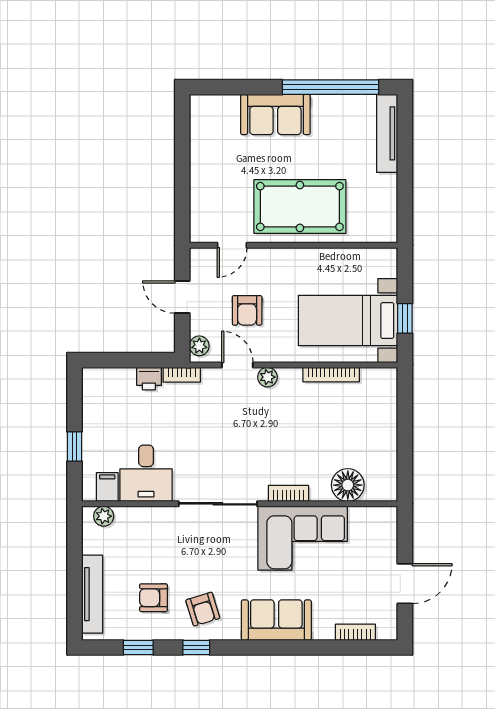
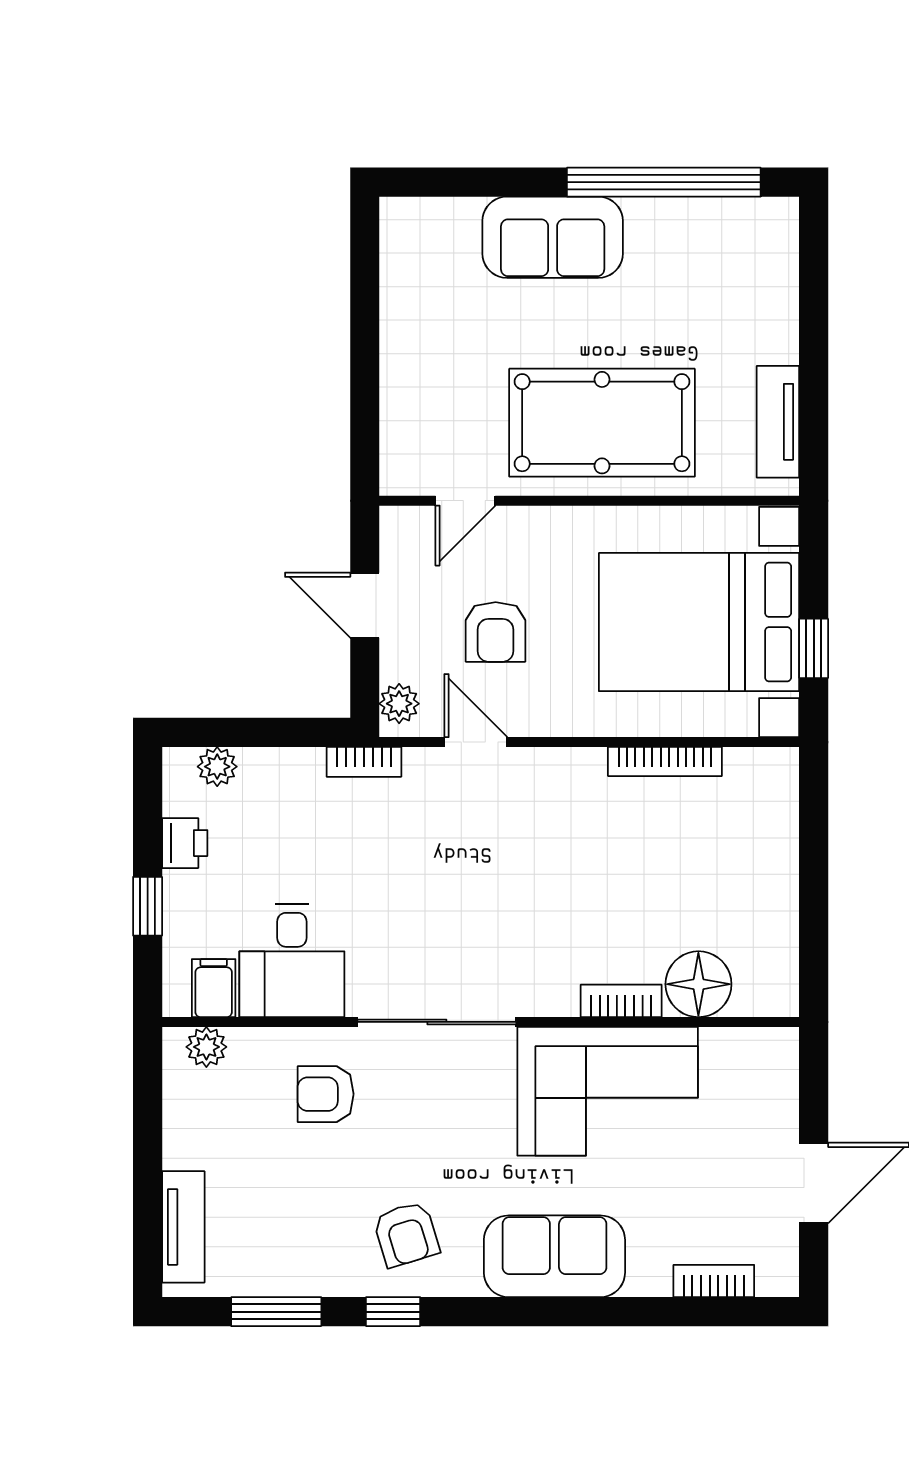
tv unit: (387, 133) -> (778, 422), moved, width x0.71
bed with nightstands: (348, 321) -> (699, 622), width x1.36
plant: (267, 377) -> (217, 767), moved
printer: (149, 379) -> (185, 843), moved, turned -90
bookcase: (289, 493) -> (621, 1001), moved
tv unit: (92, 594) -> (183, 1227), width x0.71
armchair: (153, 598) -> (326, 1094), moved
window: (138, 647) -> (276, 1312), width x1.50

